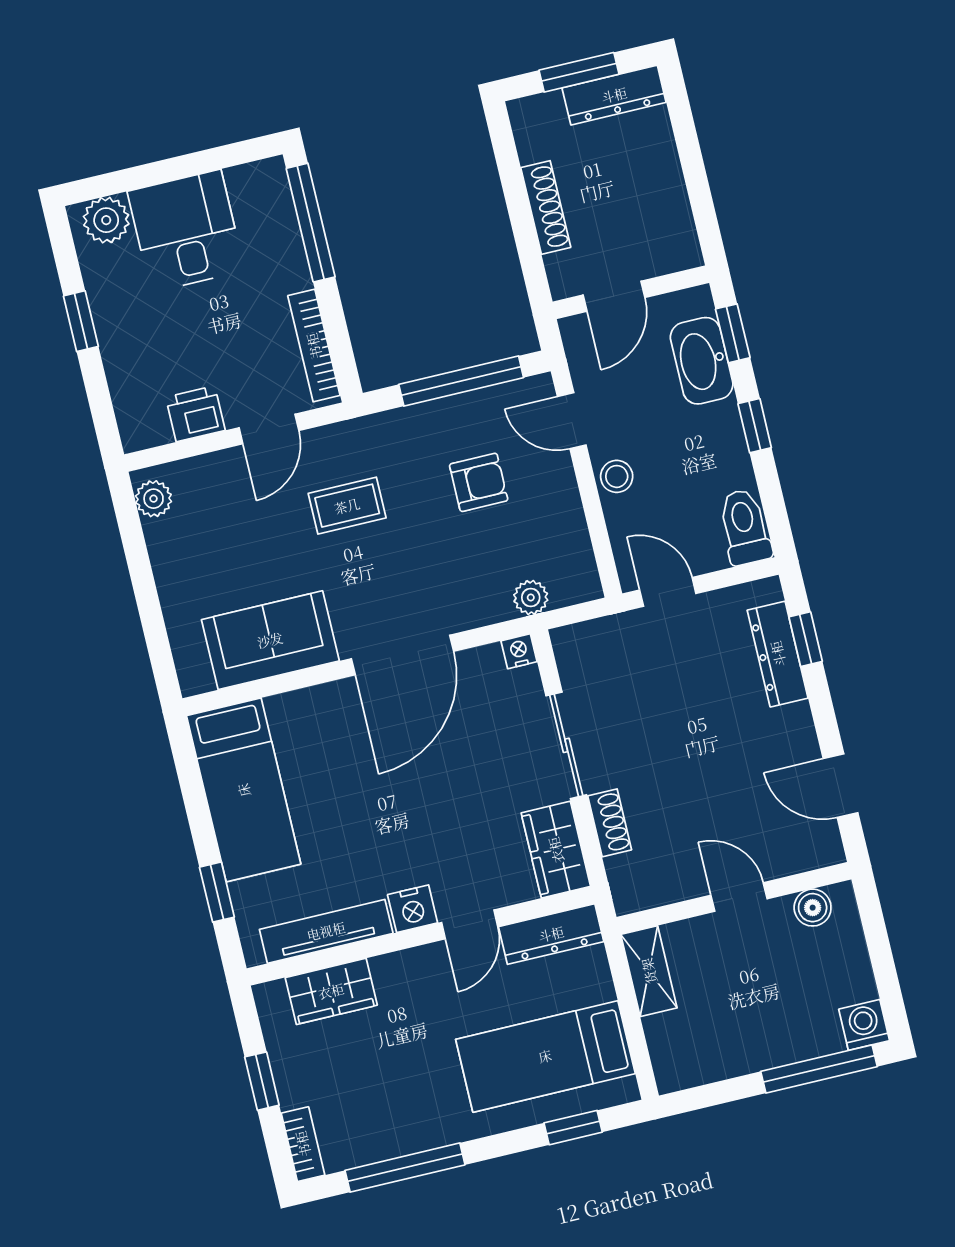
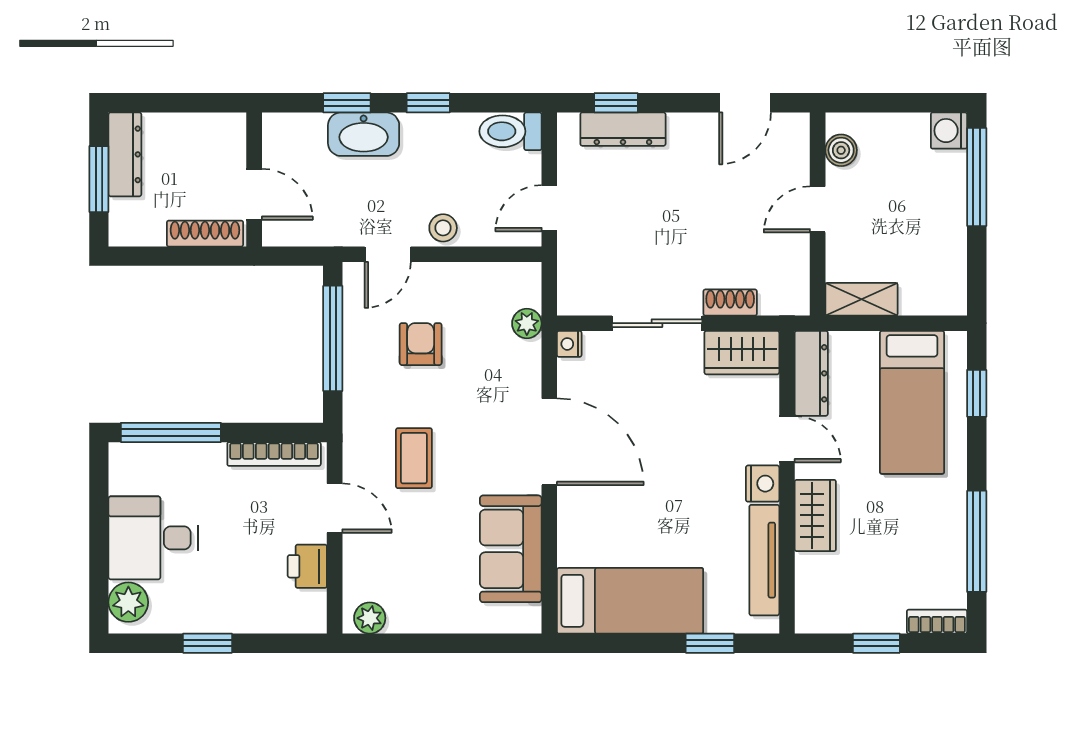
wall: (631, 292) -> (254, 179), moved
door: (614, 296) -> (254, 194), moved
wardrobe: (331, 991) -> (815, 515), moved

